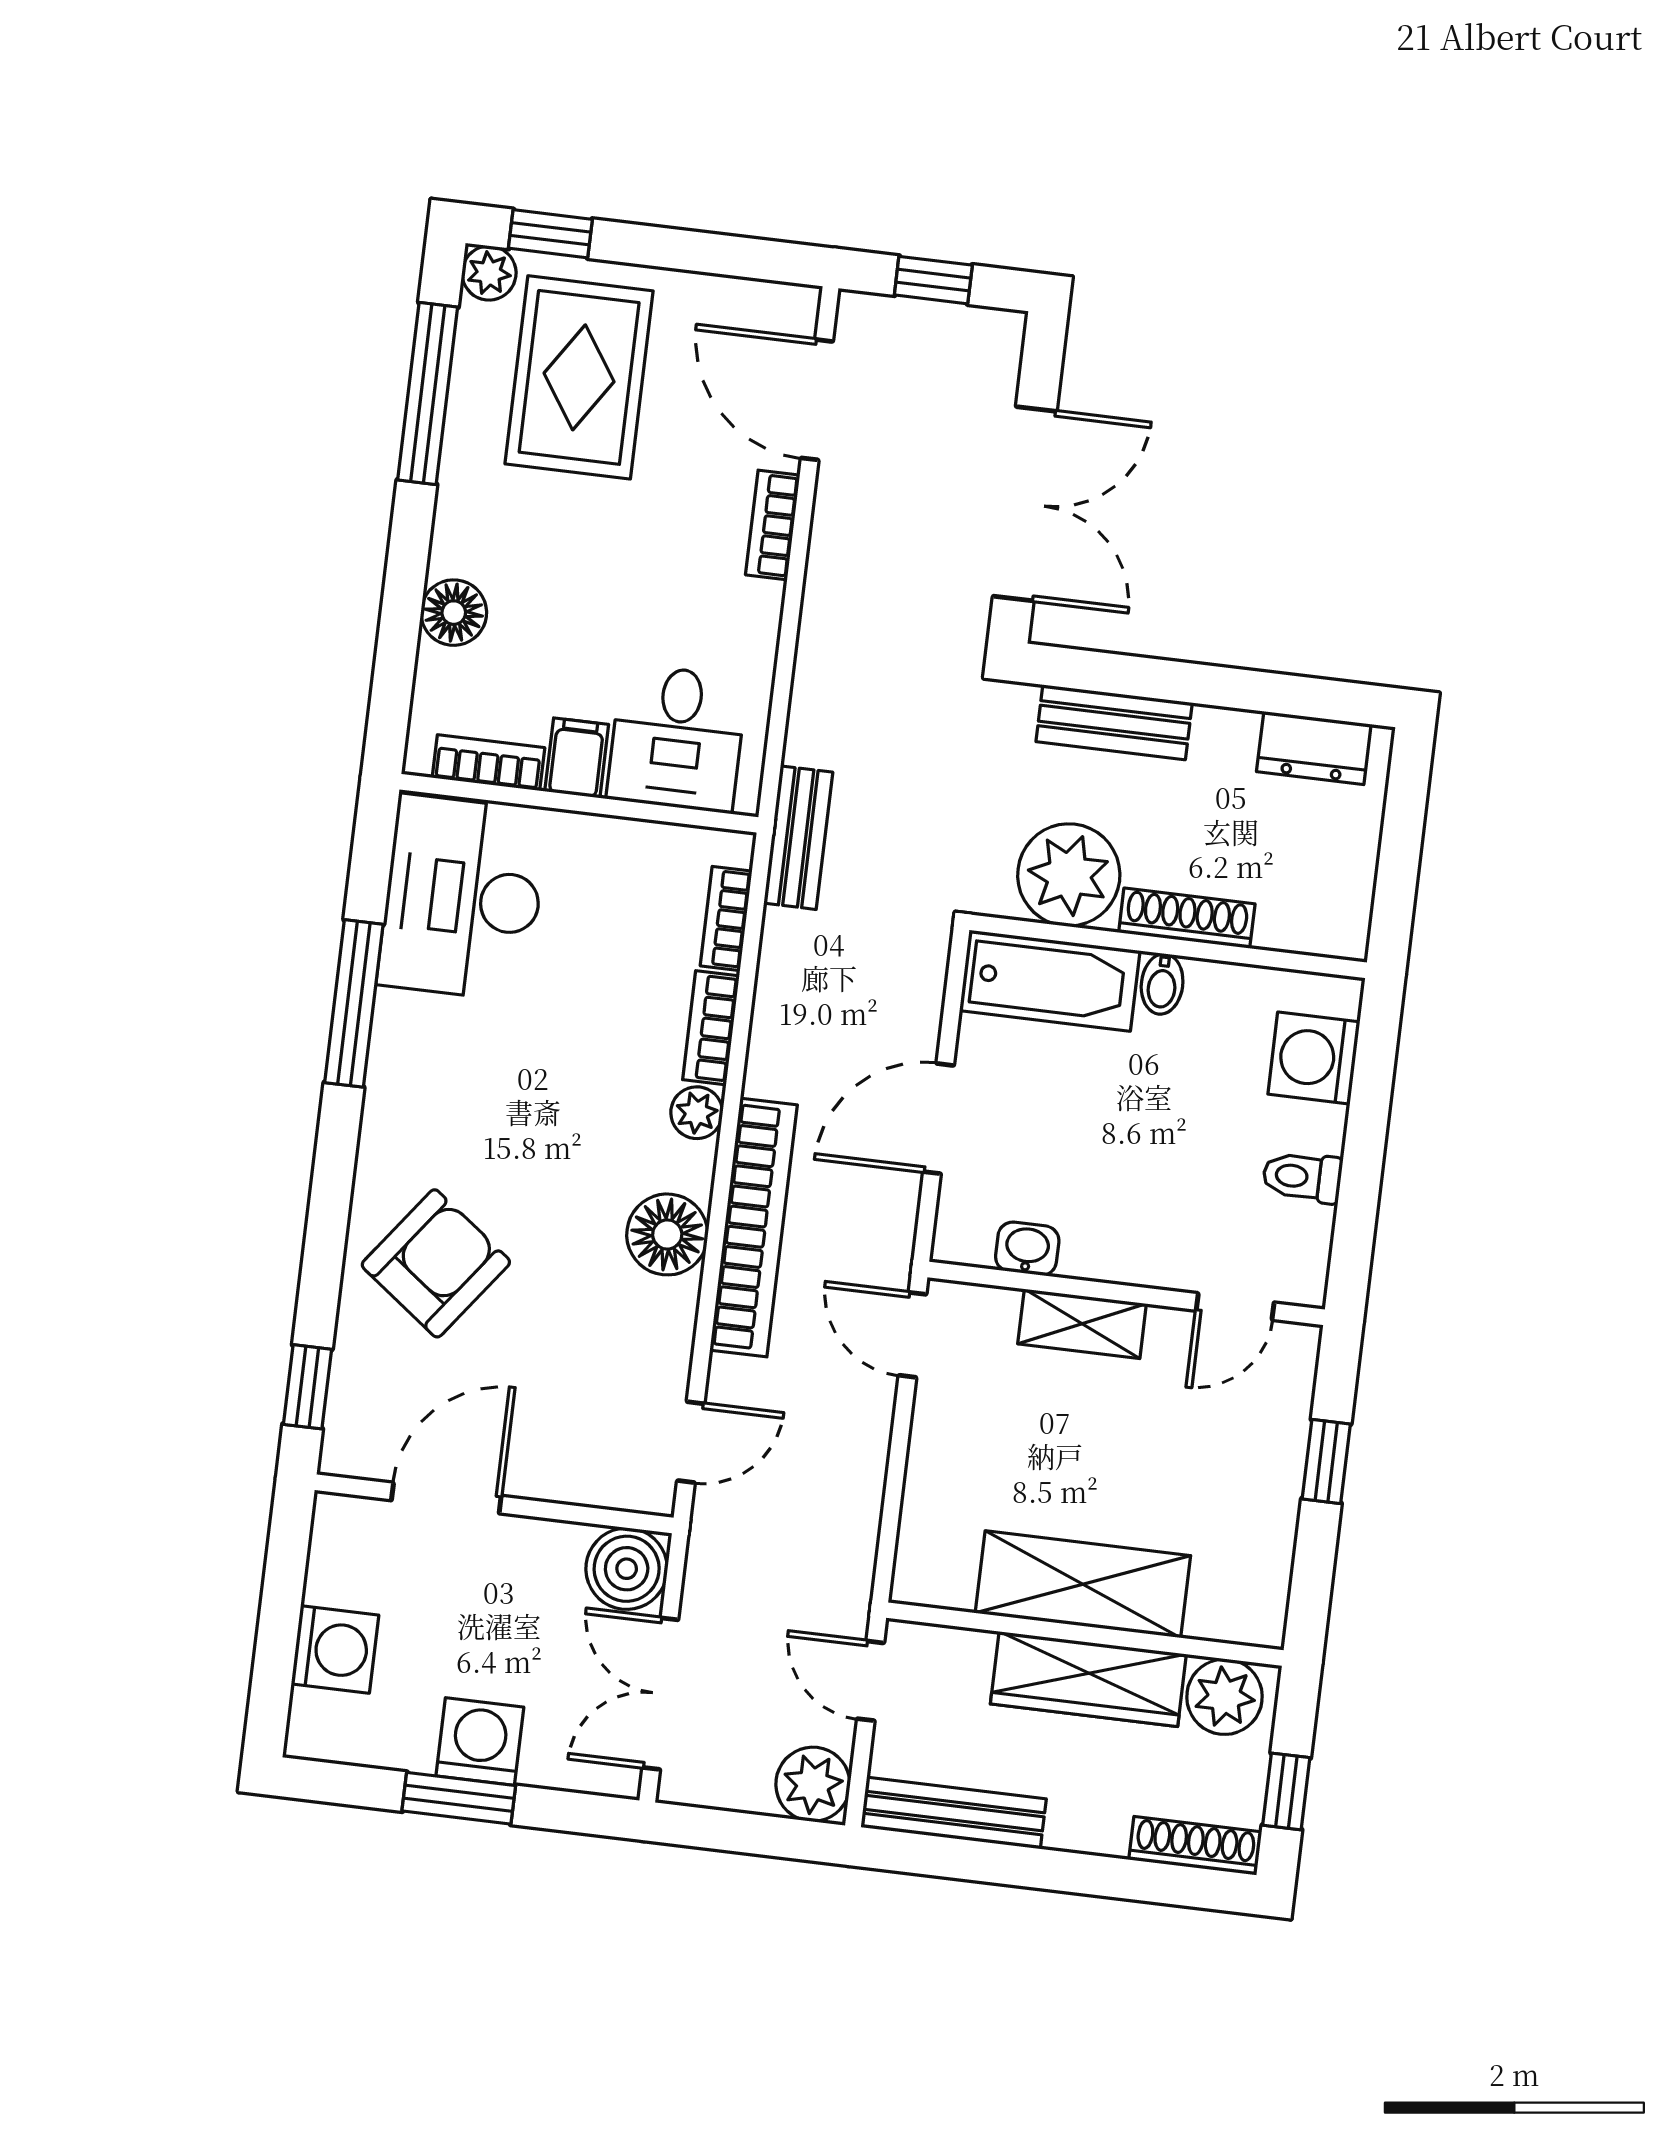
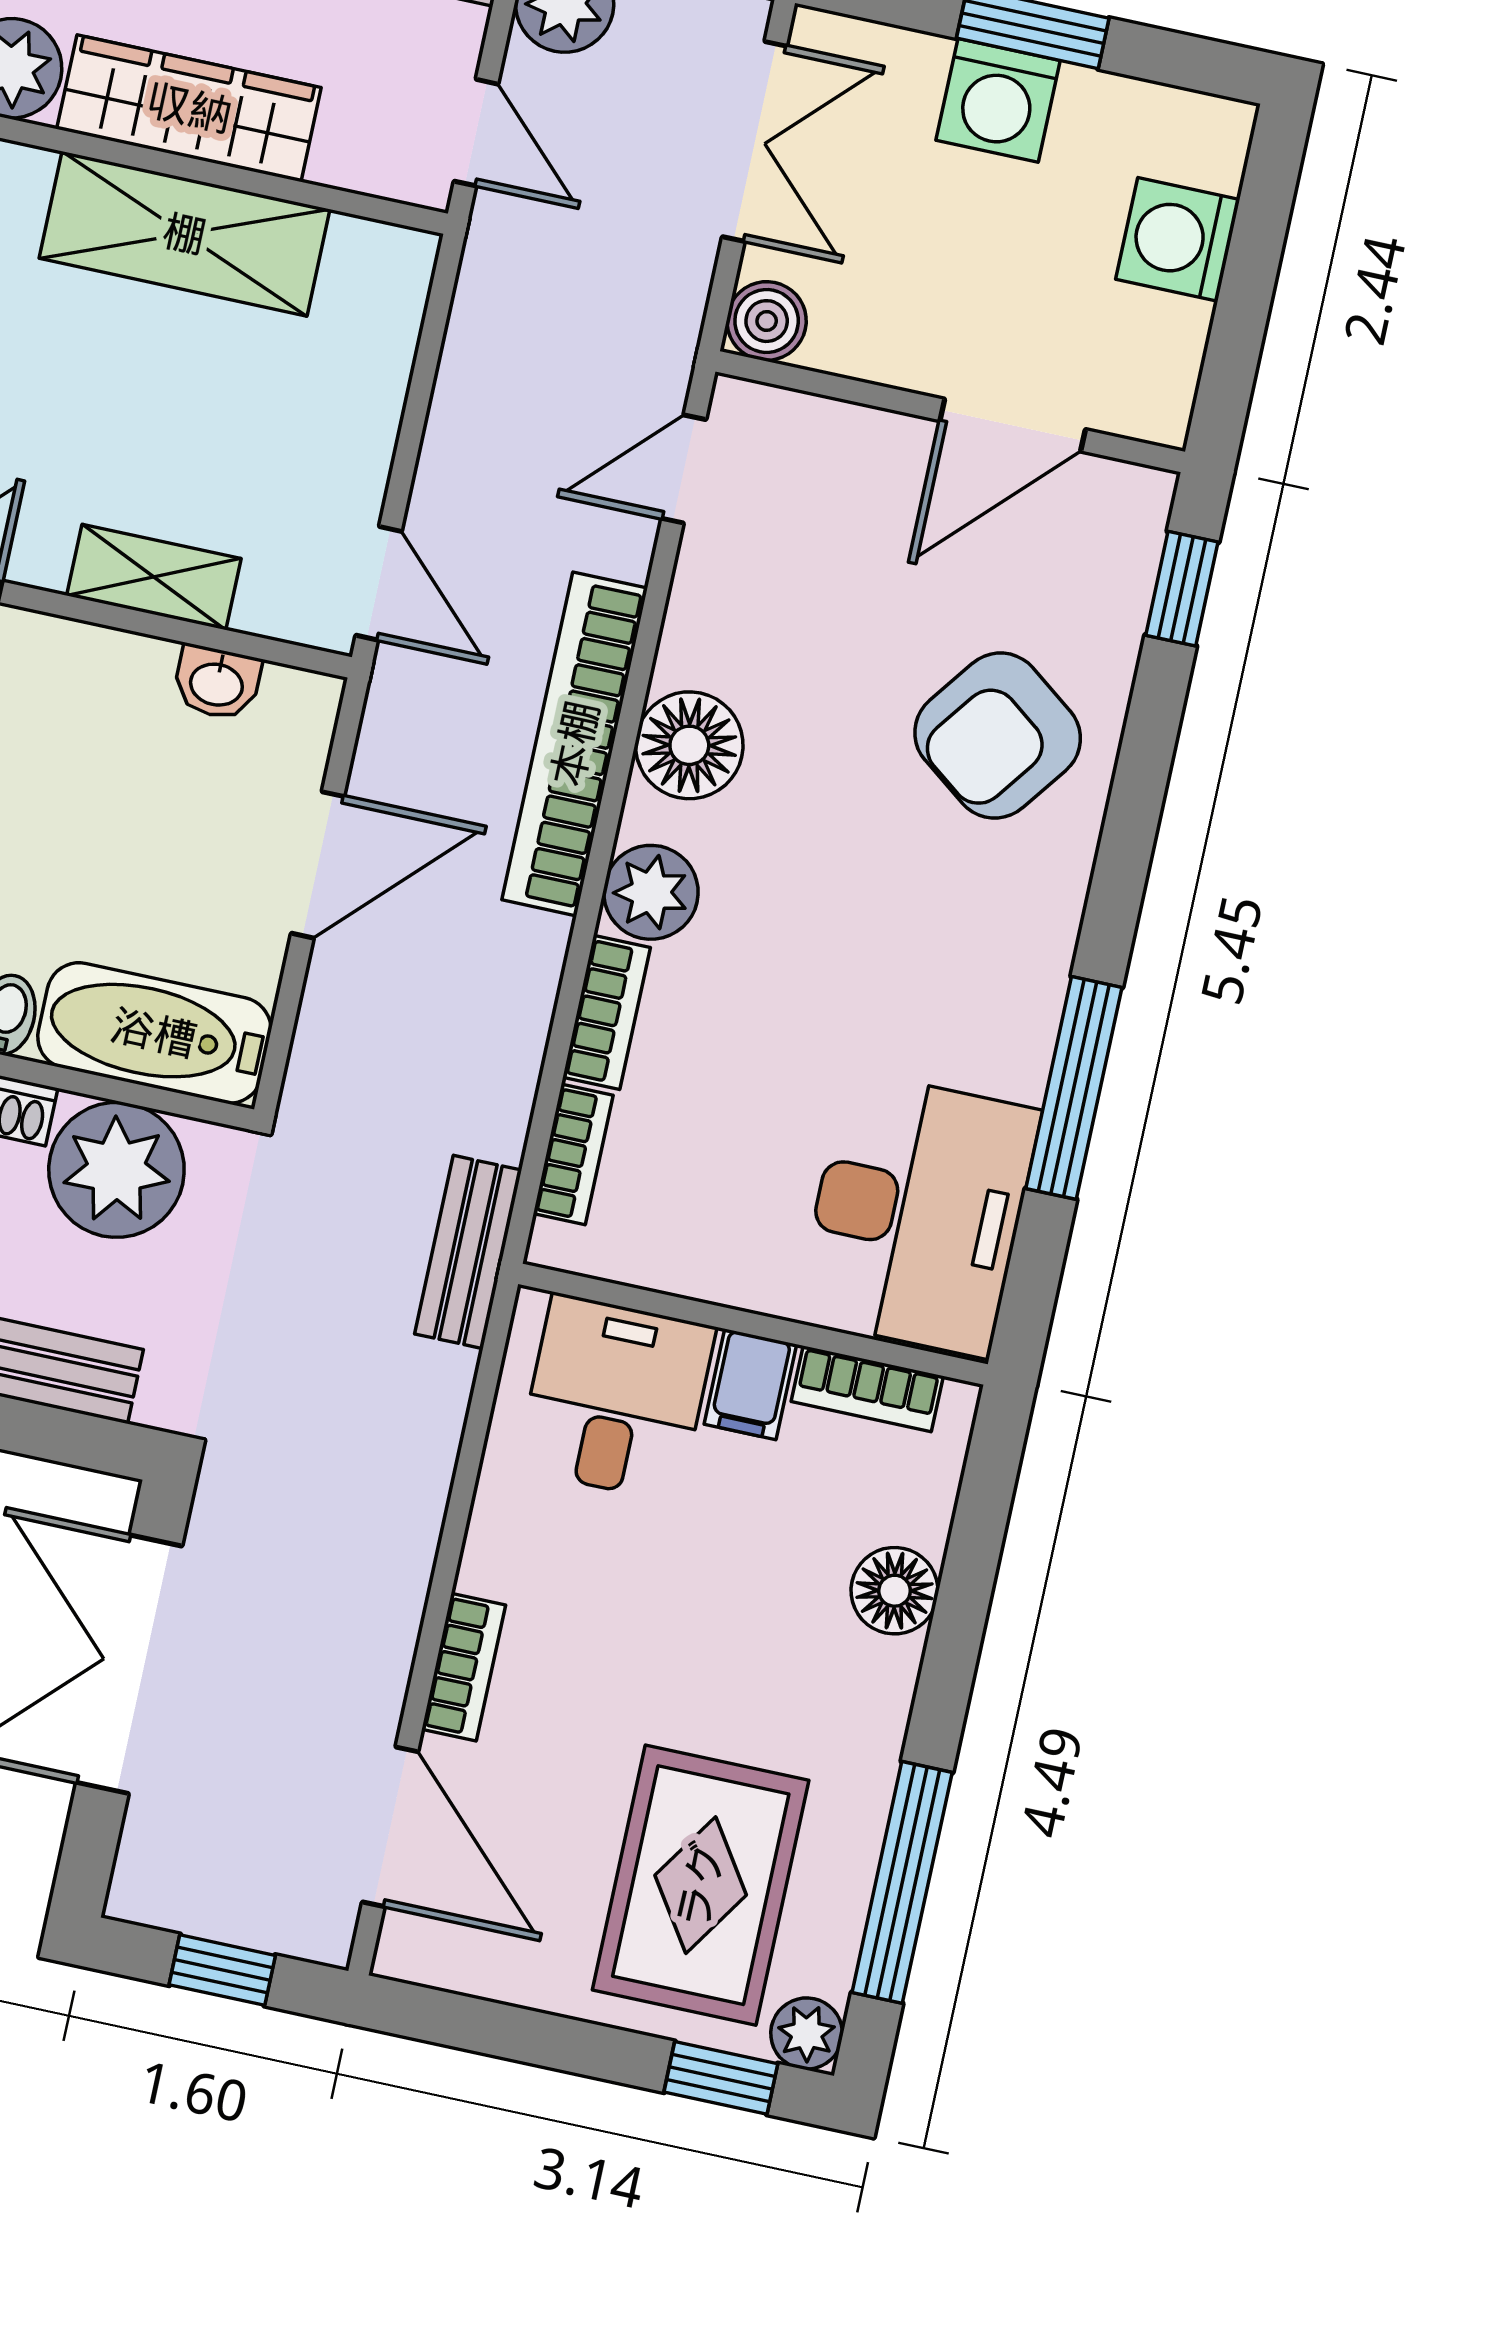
plant: (697, 1113) -> (651, 892), width x1.38, depth x1.38
boiler: (627, 1569) -> (767, 321), width x0.73, depth x0.73

